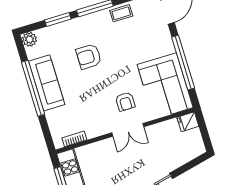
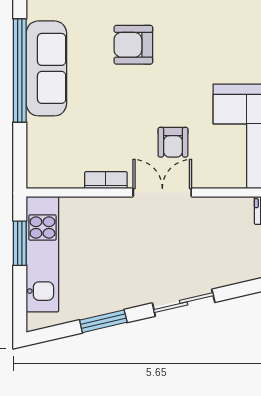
double door: (128, 130) -> (162, 193), swing flipped
bookcase: (74, 139) -> (106, 180), moved

